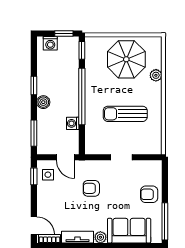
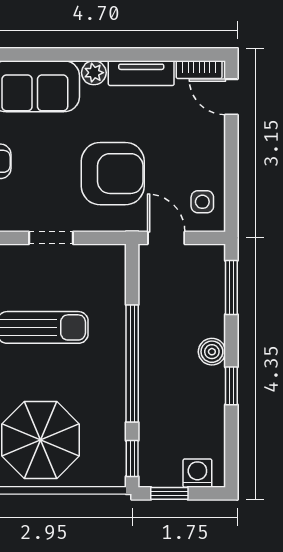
washing machine: (73, 123) -> (151, 308), removed
window: (34, 176) -> (231, 198), removed
armchair: (91, 188) -> (113, 174), width x1.88, depth x1.88

